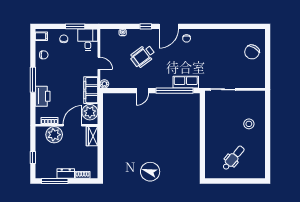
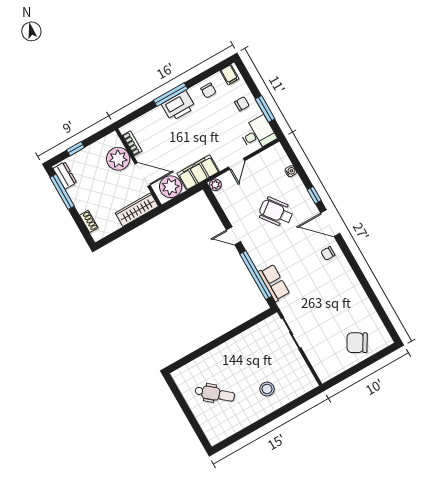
printer: (43, 96) -> (178, 106), moved
wardrobe: (92, 136) -> (137, 210), width x1.50
dresser: (66, 174) -> (65, 175), moved

